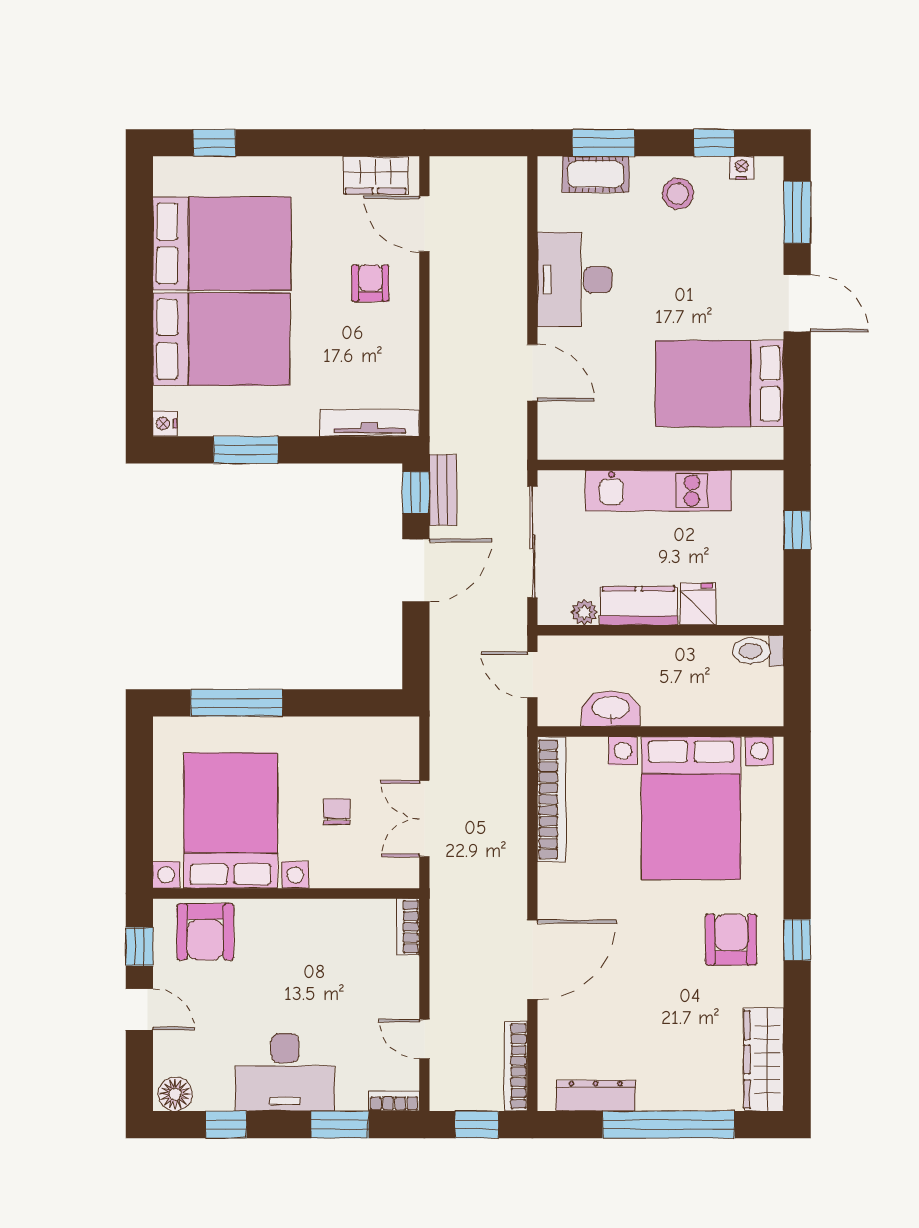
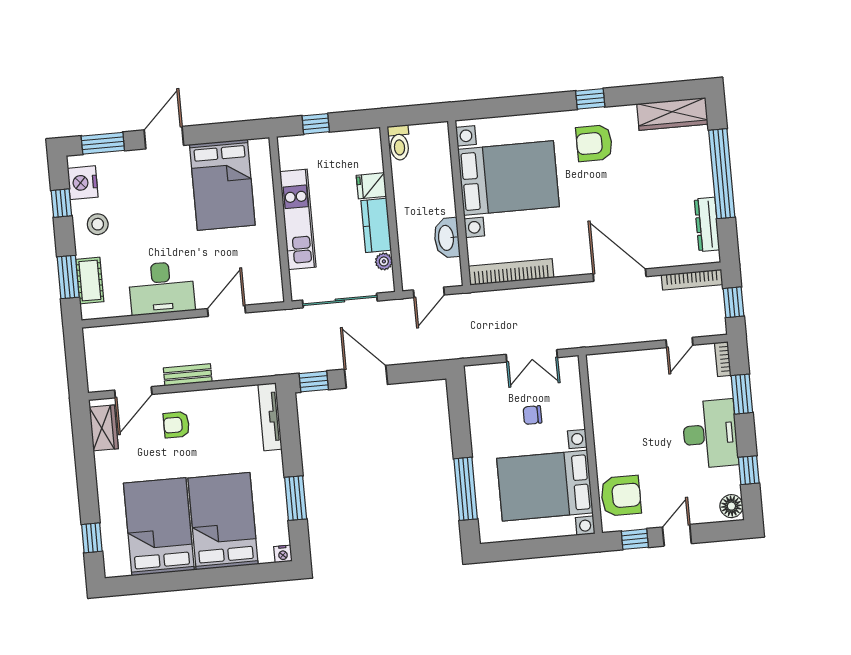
nightstand: (741, 168) -> (83, 183), width x1.89, depth x1.79
bench: (443, 490) -> (188, 375), moved
bookcase: (408, 927) -> (605, 360), removed

